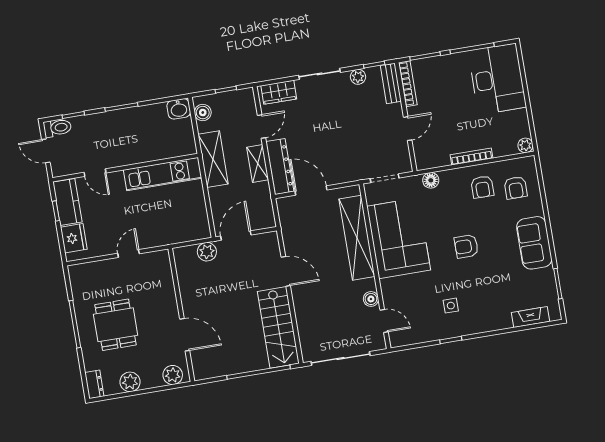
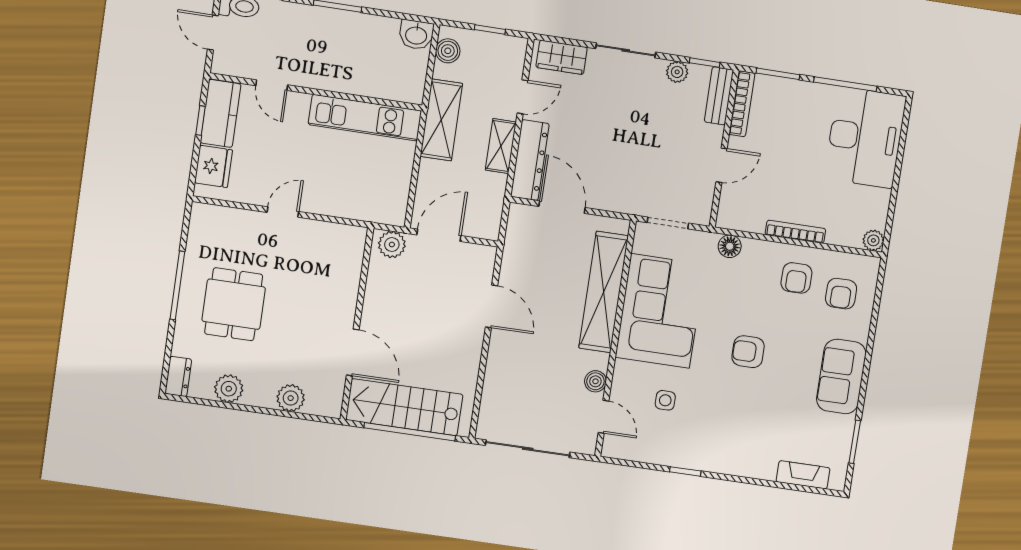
side table: (451, 306) -> (665, 400), moved
wall: (181, 315) -> (357, 324), moved
stairs: (278, 327) -> (404, 407), moved, turned 90
door: (185, 335) -> (353, 352), moved

